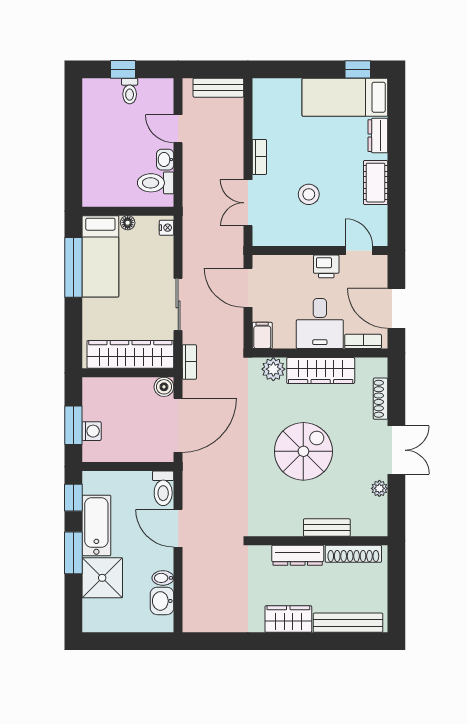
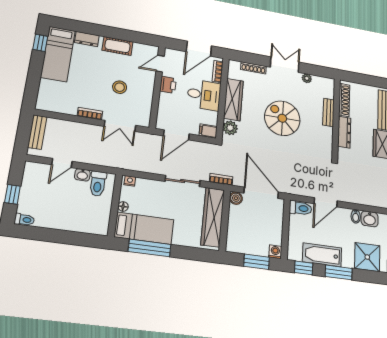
toilet: (130, 91) -> (24, 220), moved
washing machine: (92, 431) -> (275, 252), moved
shower: (102, 578) -> (367, 257), moved

